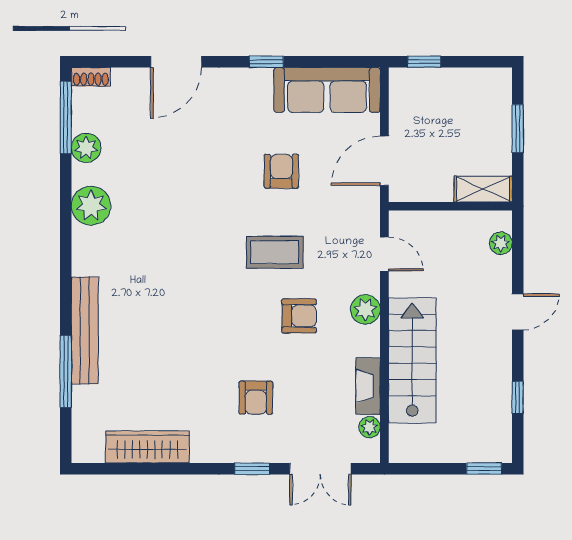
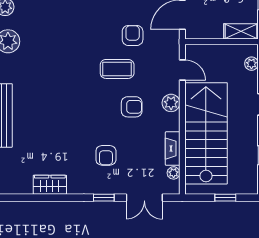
armchair: (281, 171) -> (133, 35), moved
stairs: (412, 361) -> (206, 133), width x1.36, depth x1.51
wardrobe: (148, 447) -> (50, 185), width x0.67
window: (484, 469) -> (225, 198), moved

